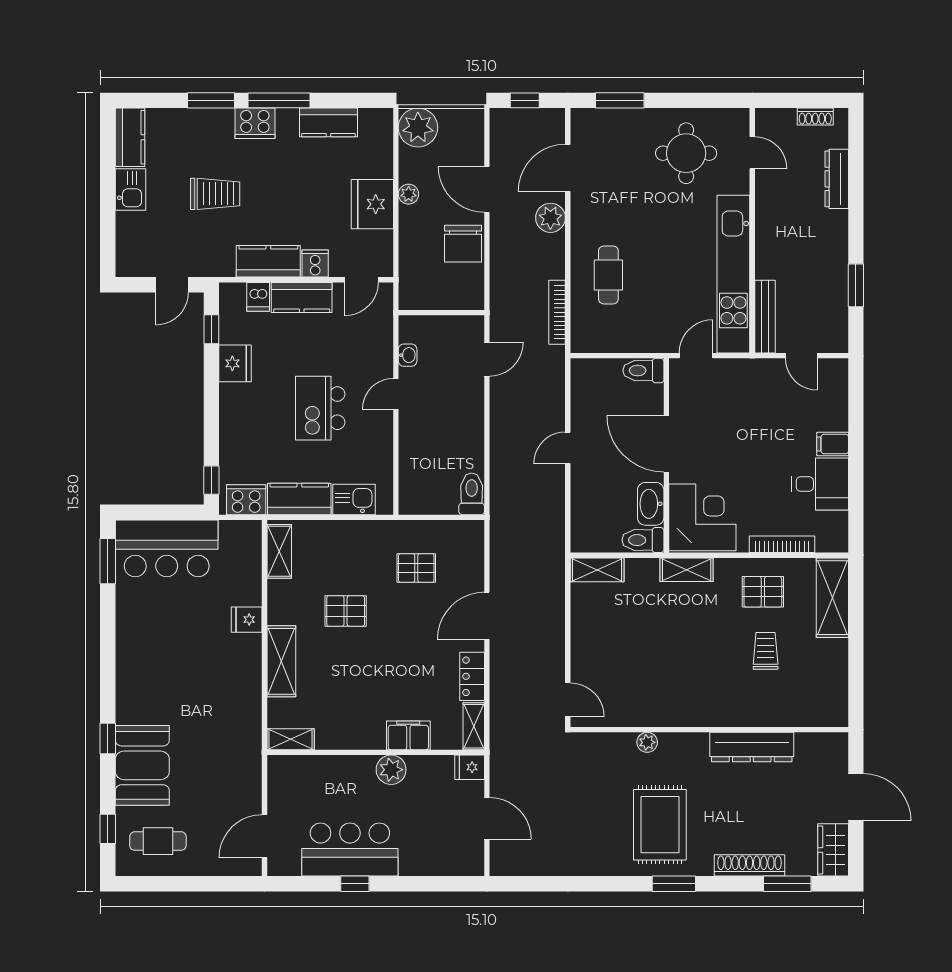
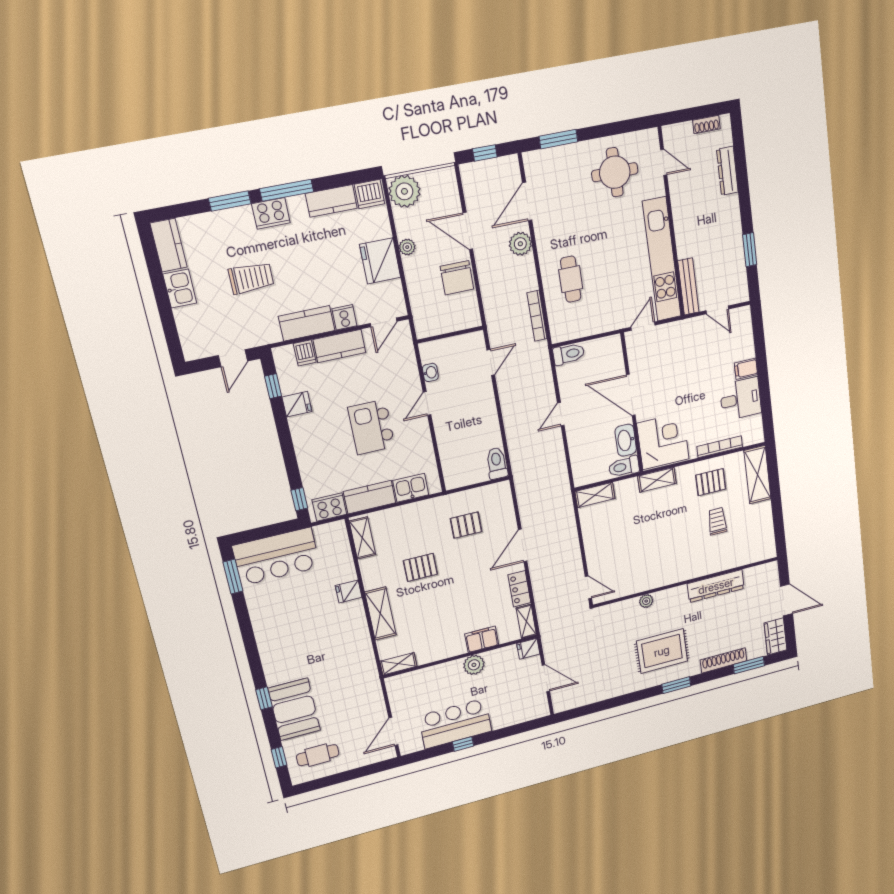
dishwasher: (375, 123) -> (369, 194), added
fridge: (235, 363) -> (297, 404), width x0.72
toilet: (643, 371) -> (569, 354), moved, turned 180
rug: (660, 825) -> (662, 651), turned 90

